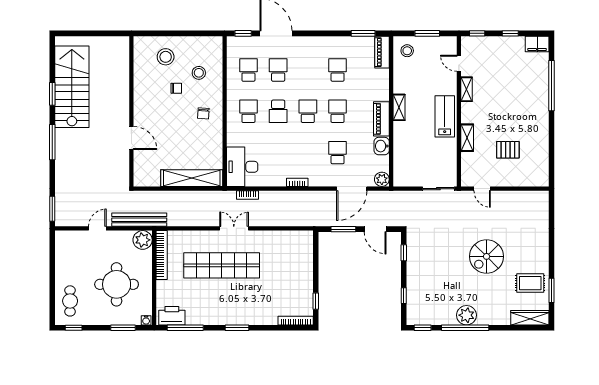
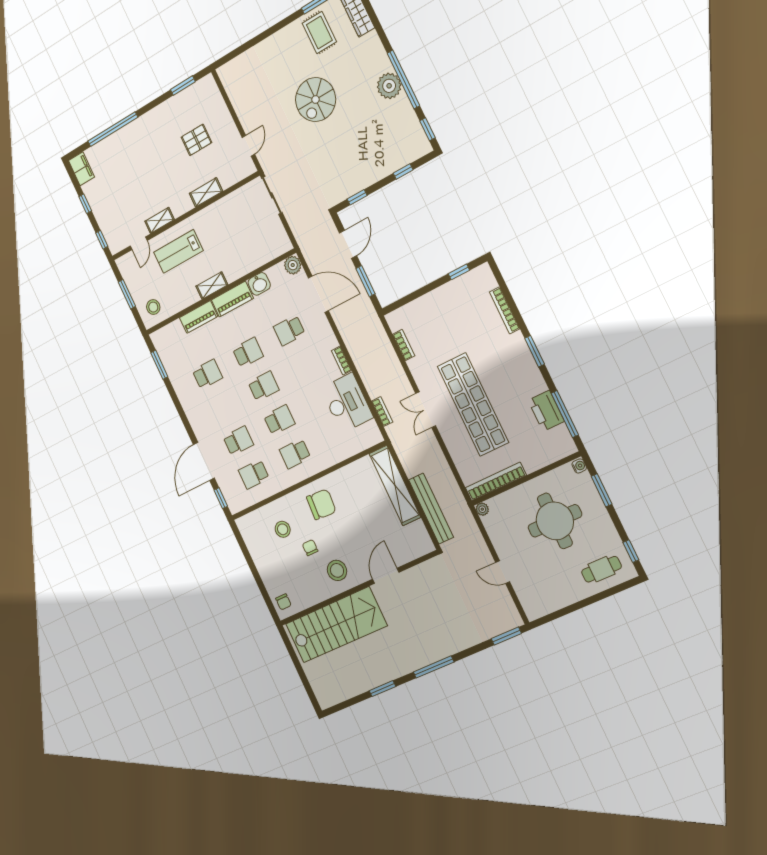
chair: (146, 46) -> (283, 602), added
piano: (382, 52) -> (199, 317), moved
stool: (166, 57) -> (337, 570), moved
school desk: (278, 70) -> (238, 441), turned 180
school desk: (338, 70) -> (207, 374), turned 180
stairs: (72, 87) -> (336, 625), moved, turned 180
school desk: (308, 111) -> (264, 386), turned 180
school desk: (338, 111) -> (248, 353), turned 180
chair: (203, 113) -> (321, 504), width x1.87, depth x1.87
lab bench: (445, 116) -> (178, 251), moved
pallet: (508, 150) -> (196, 140), turned 90
window: (552, 159) -> (183, 86), added
desk: (242, 167) -> (347, 403), moved, turned -90
bench: (139, 220) -> (431, 509), moved
bookcase: (286, 235) -> (404, 345), added
plant: (143, 240) -> (482, 509), width x0.53, depth x0.53
spiral stairs: (487, 256) -> (316, 99), turned 90
printer: (172, 316) -> (546, 411), moved
bookcase: (296, 321) -> (505, 310), moved

